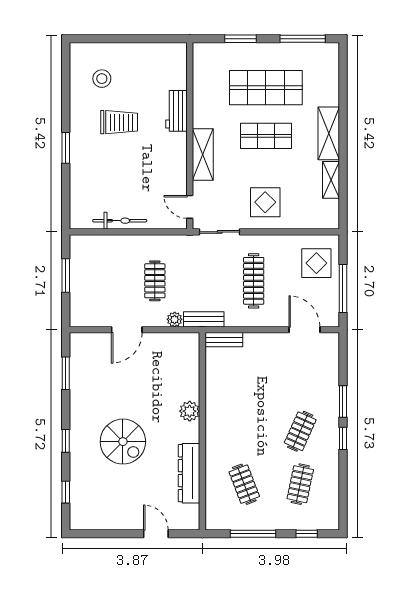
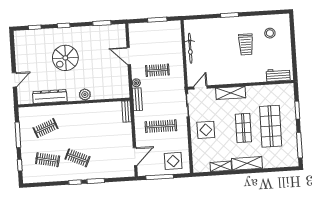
workbench: (176, 111) -> (278, 75), moved

